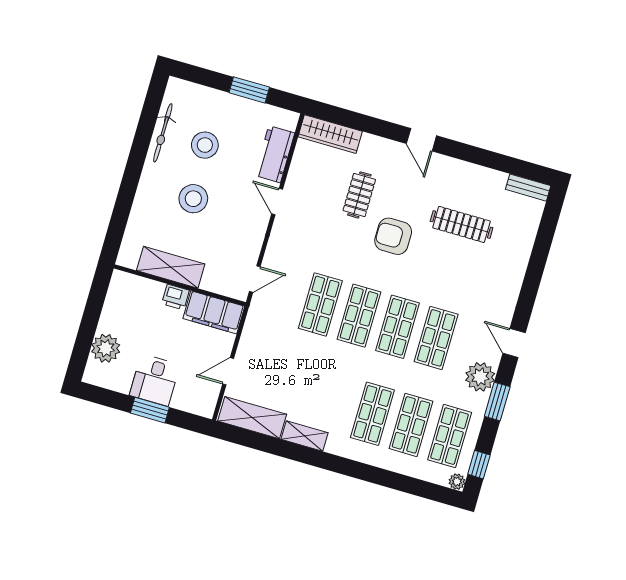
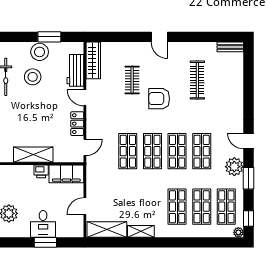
wardrobe: (330, 134) -> (93, 60), moved, turned -90
stool: (193, 199) -> (40, 52), moved
clothes rail: (462, 224) -> (197, 80), turned 90
locker: (254, 238) -> (77, 124), added

